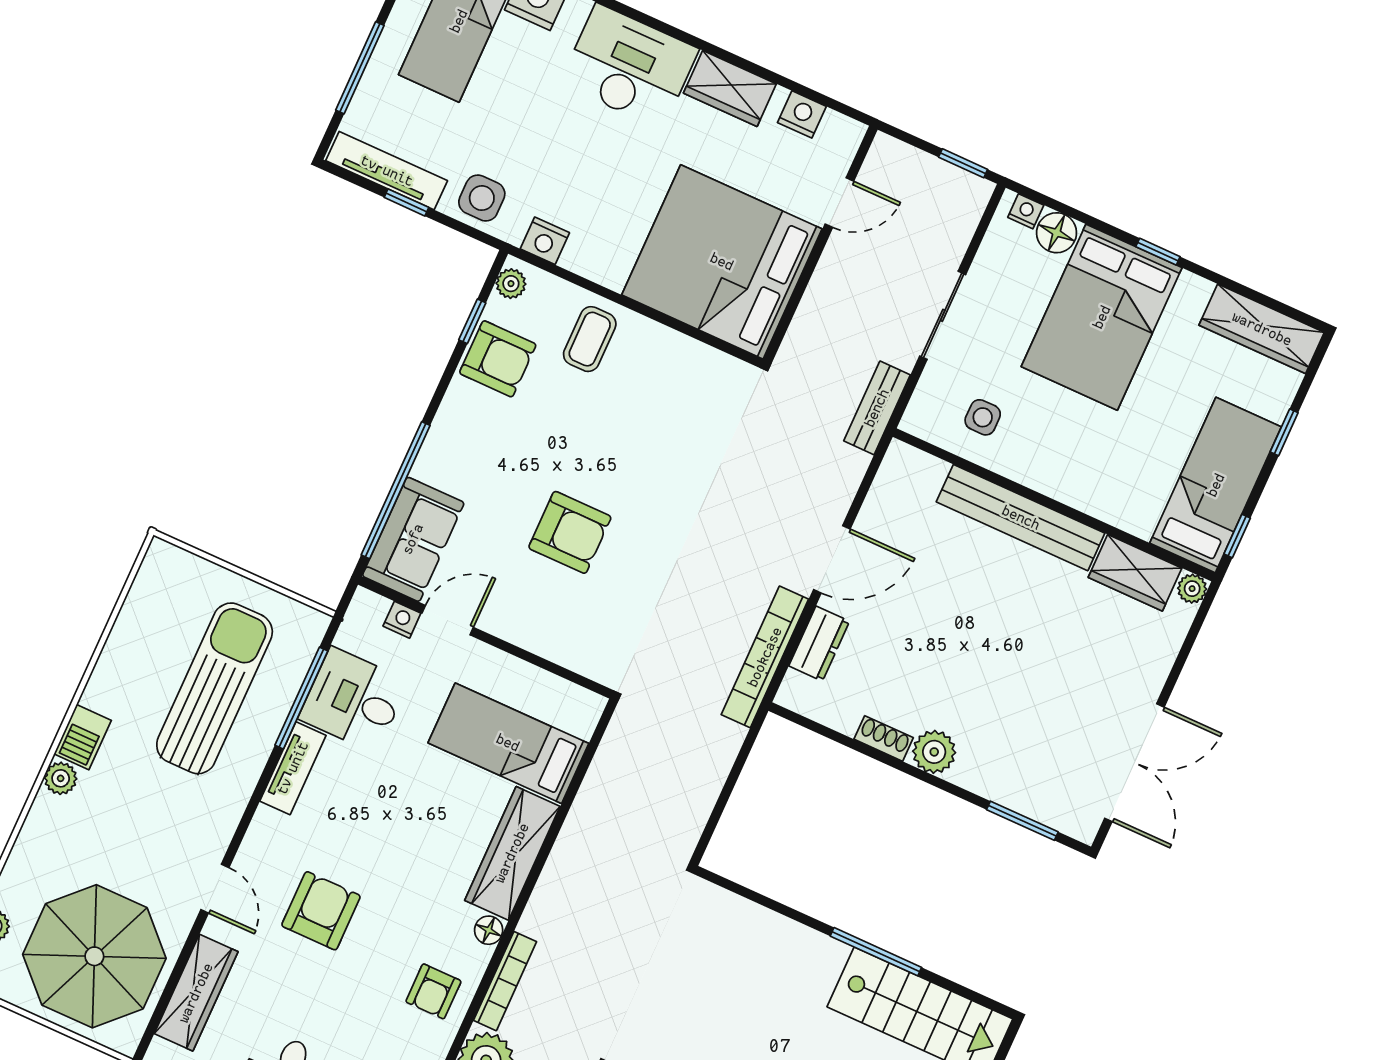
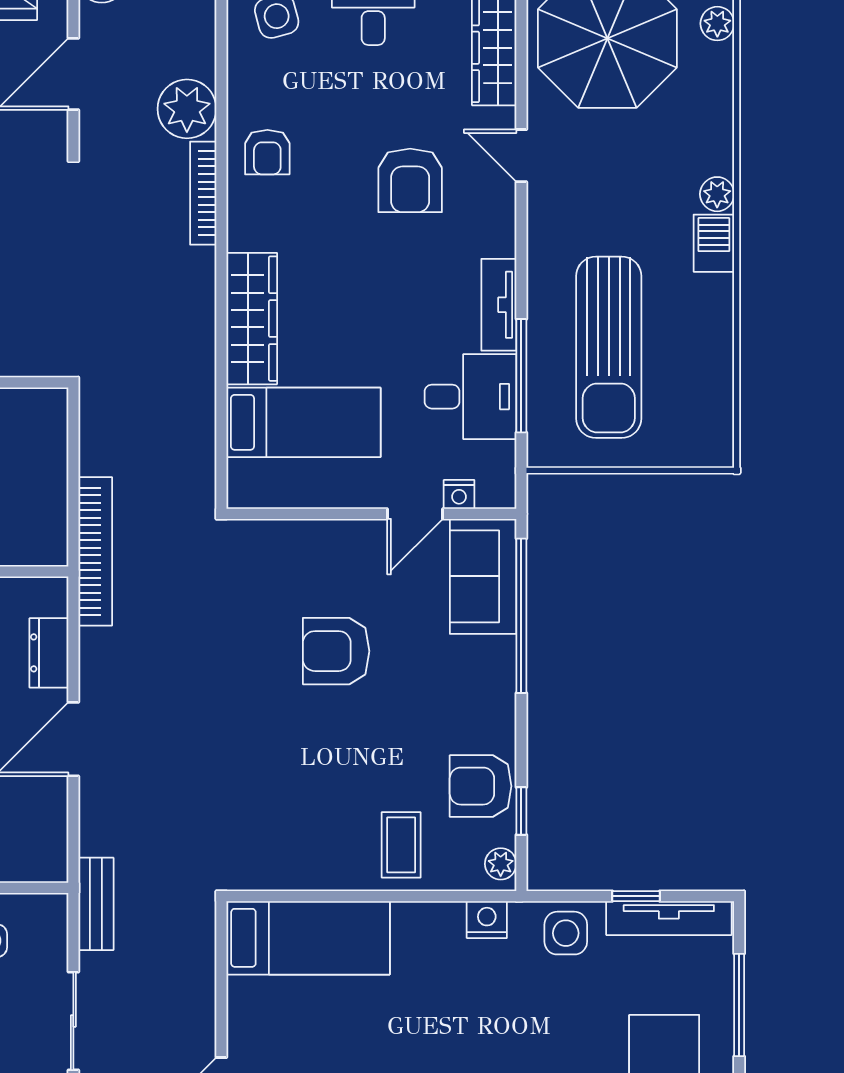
bed: (722, 262) -> (308, 938), width x0.49
bookcase: (765, 657) -> (95, 551), moved
floor lamp: (489, 930) -> (241, 235), removed
armchair: (433, 991) -> (267, 152), turned 180

